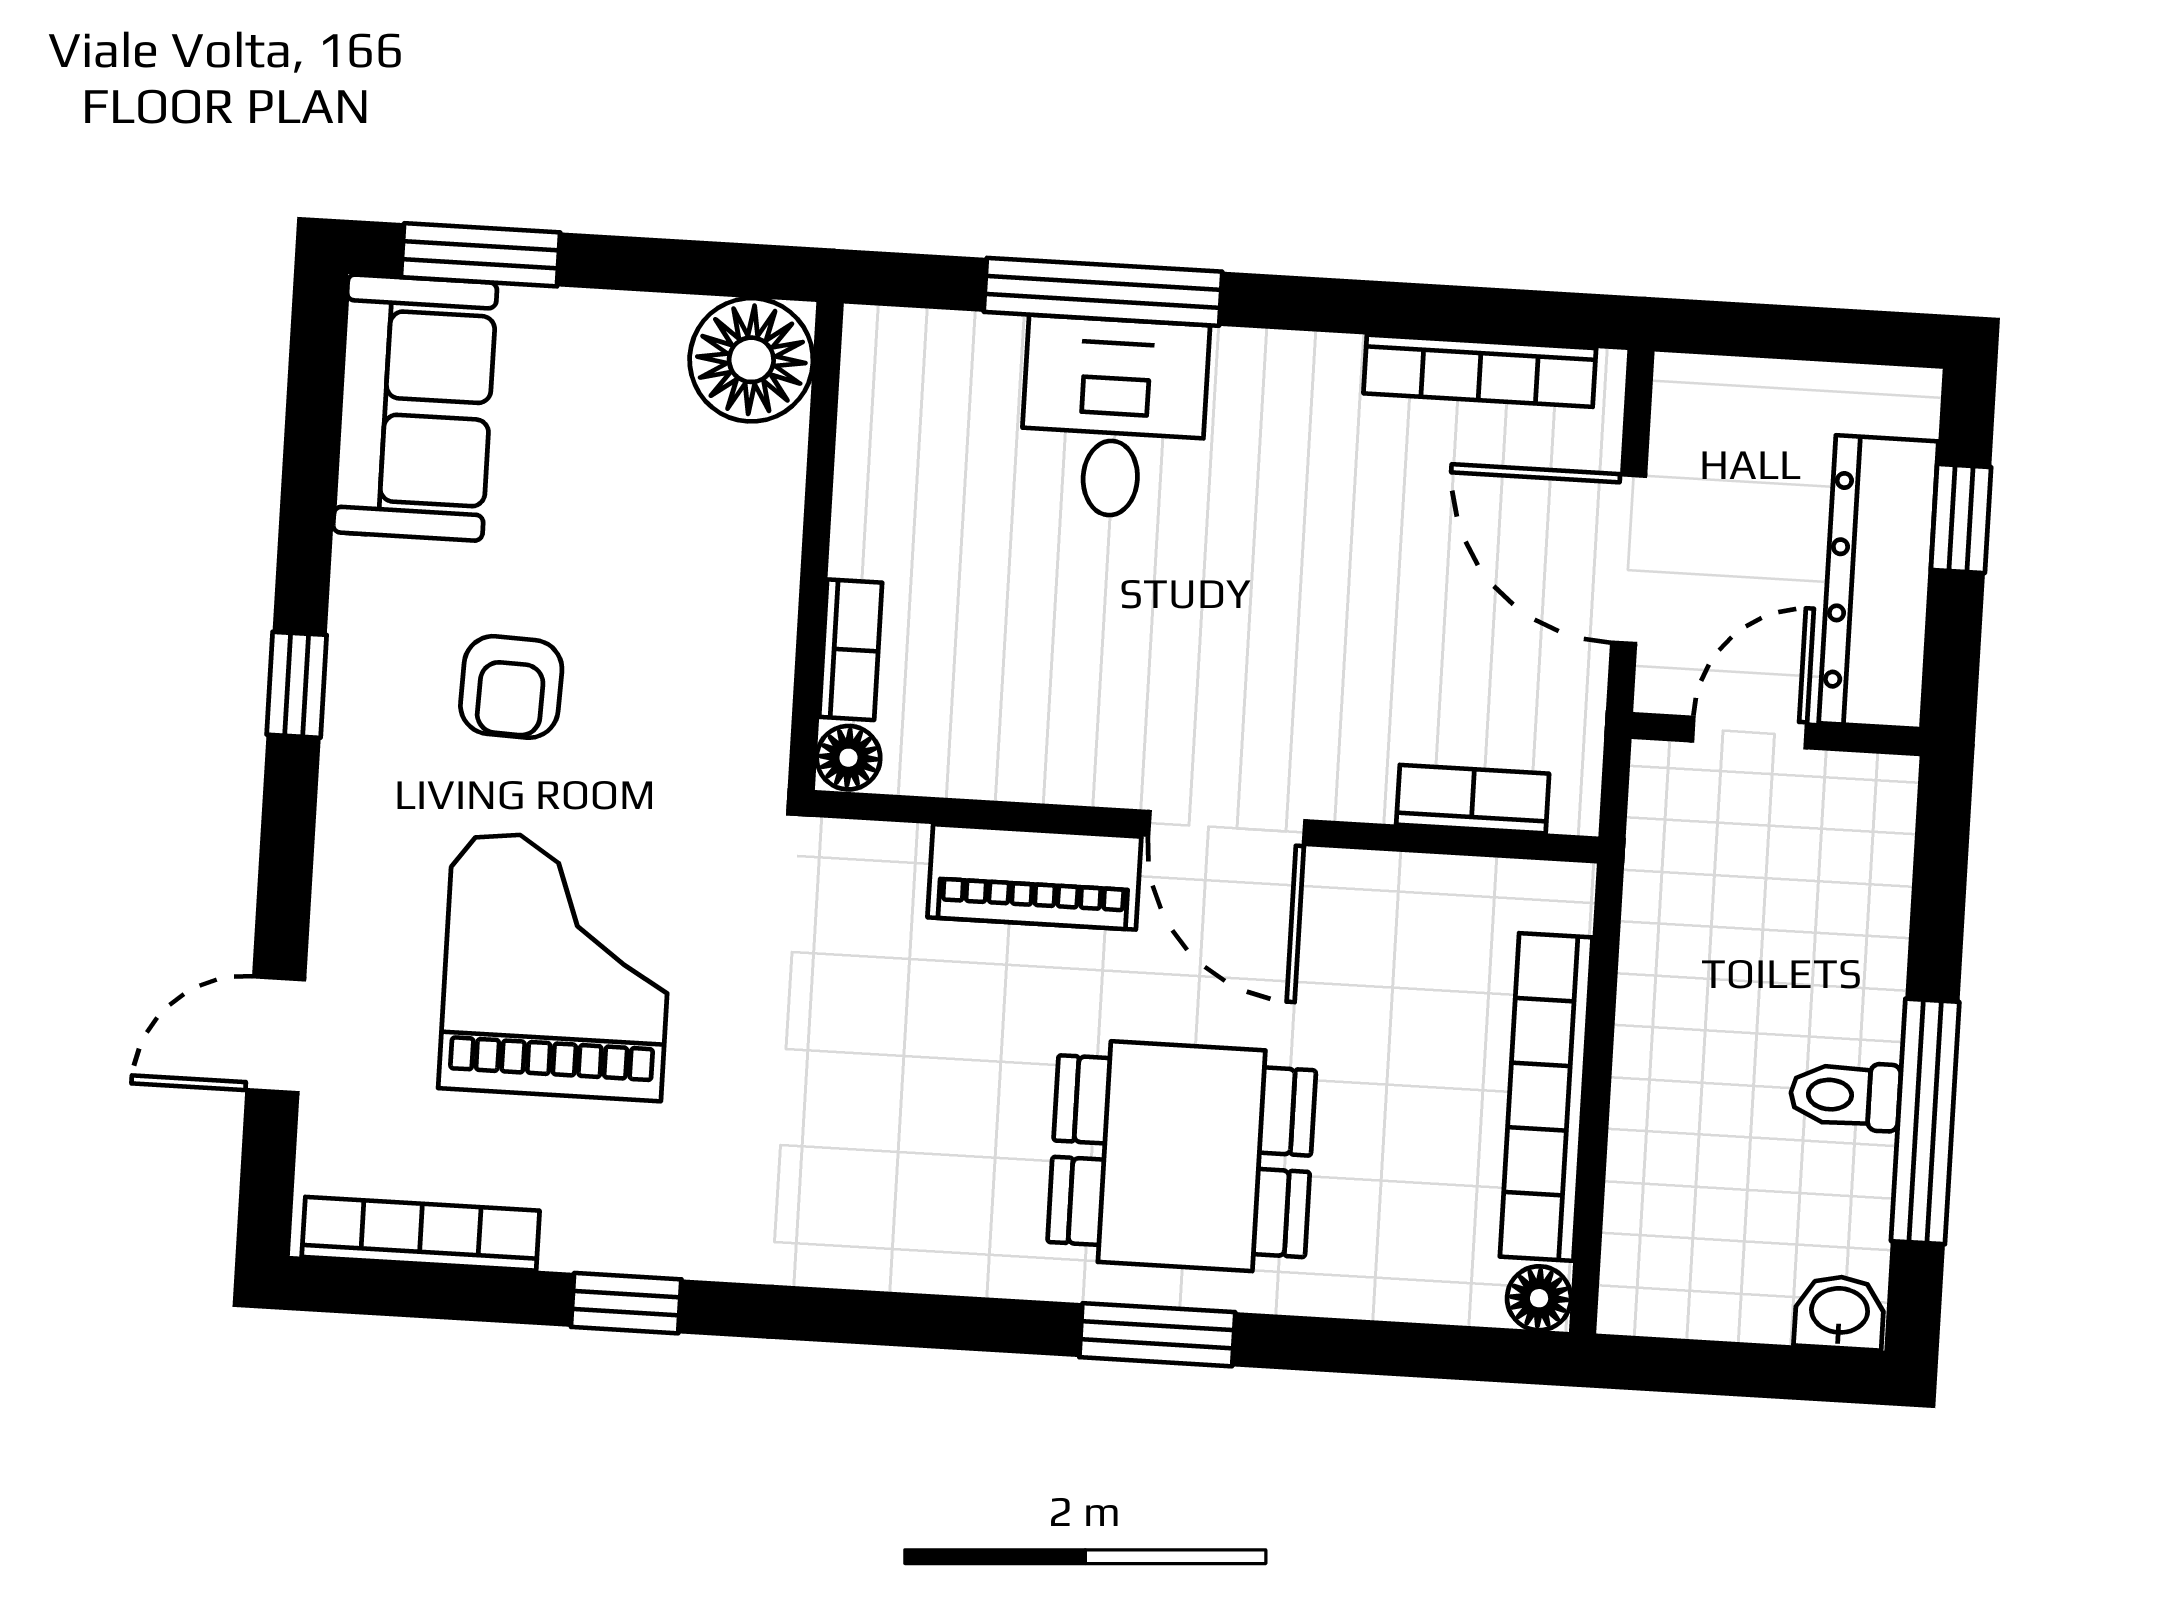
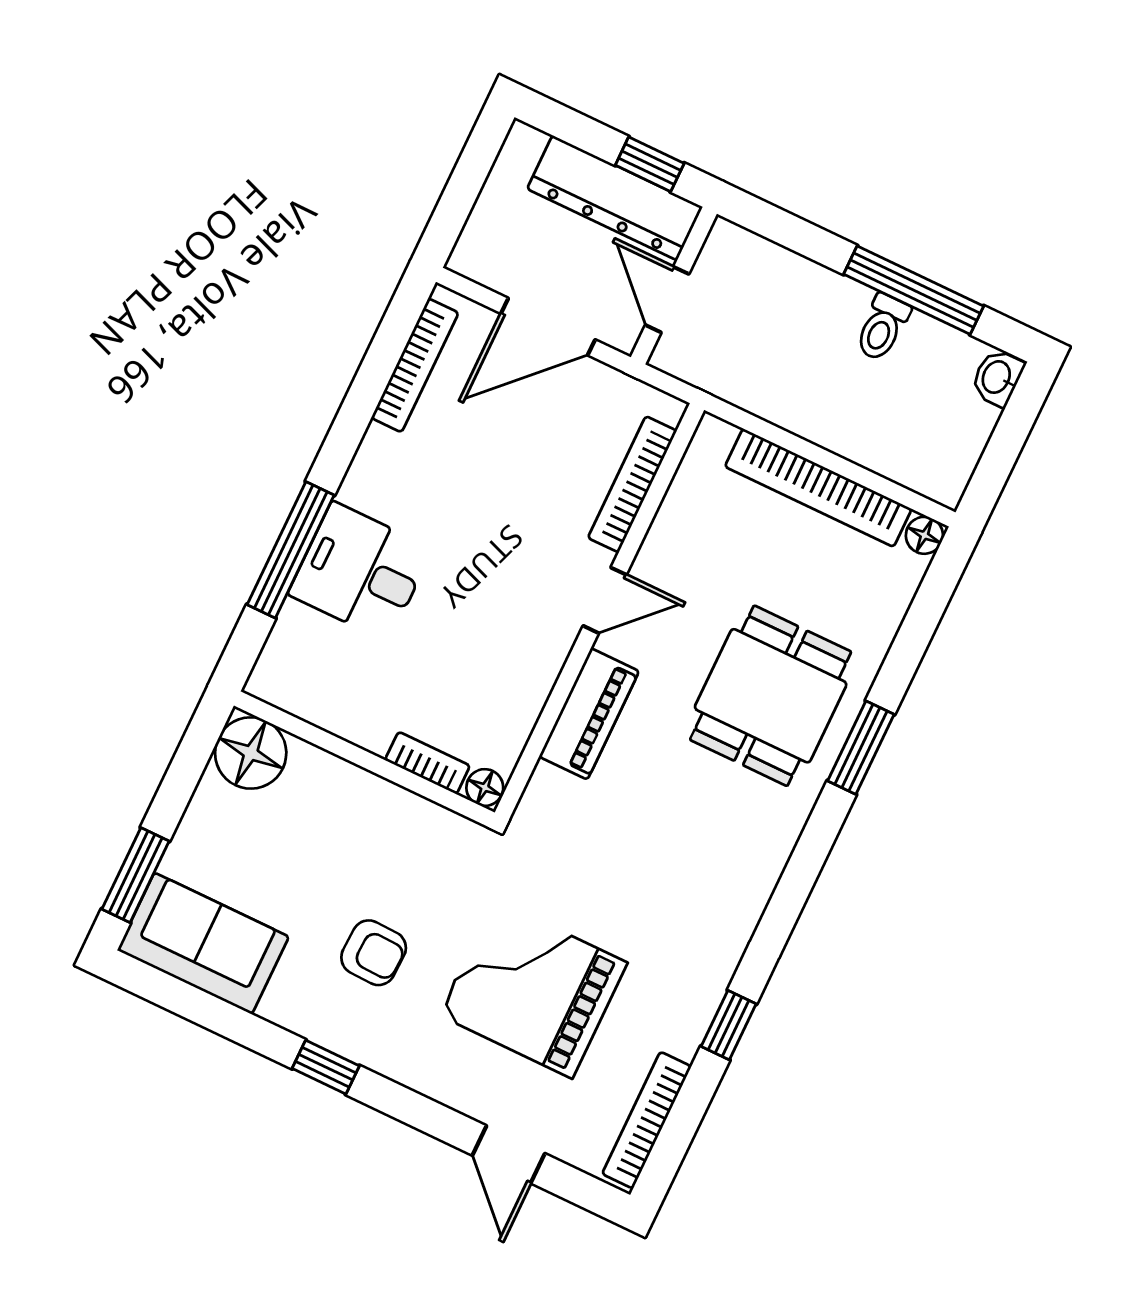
window: (1961, 519) -> (650, 164), moved
bookcase: (1473, 799) -> (632, 484), width x1.56
door: (1227, 828) -> (605, 600), width x0.73

